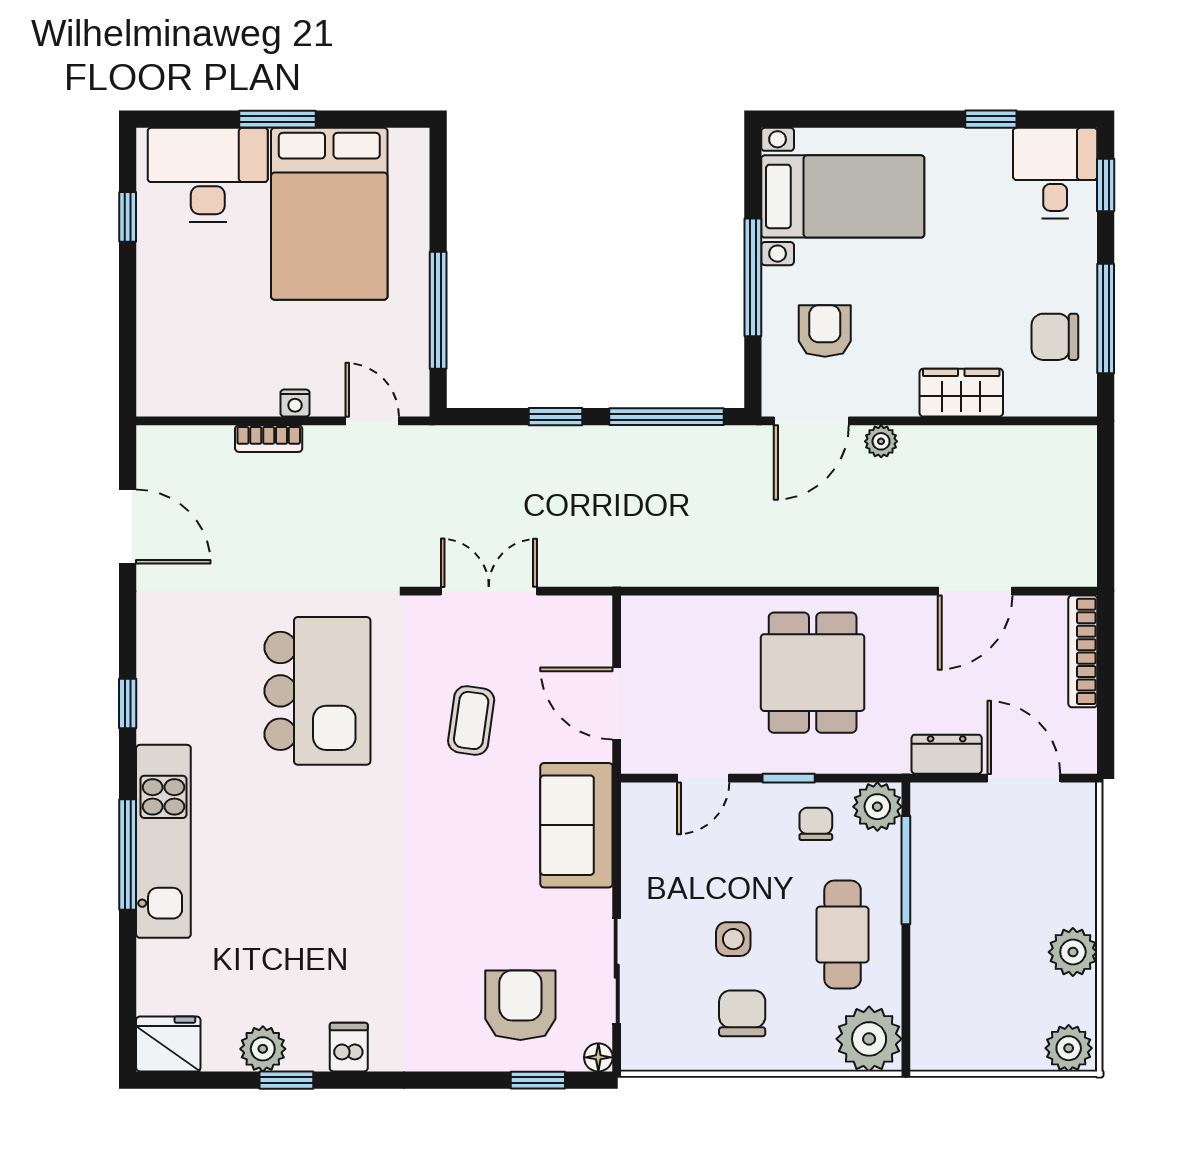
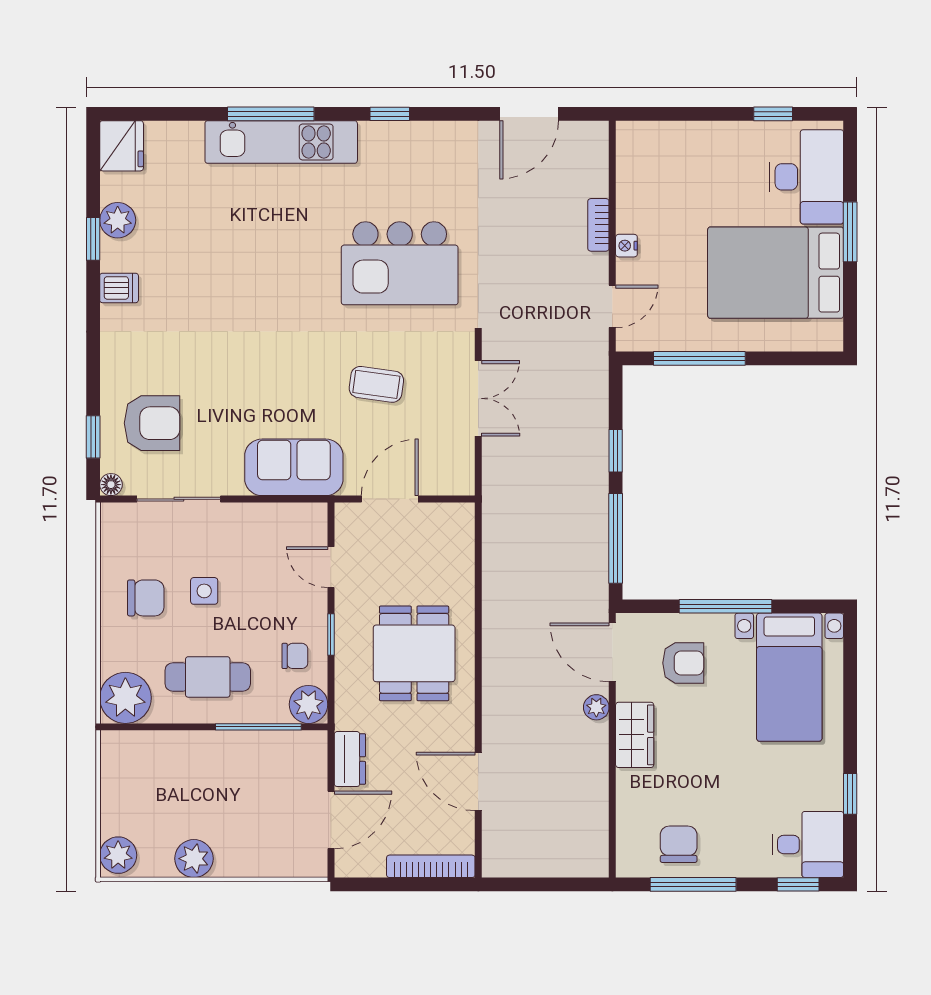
wardrobe: (961, 393) -> (635, 735), moved
dining table: (813, 673) -> (414, 653), turned 90

